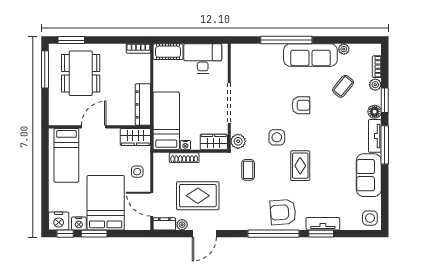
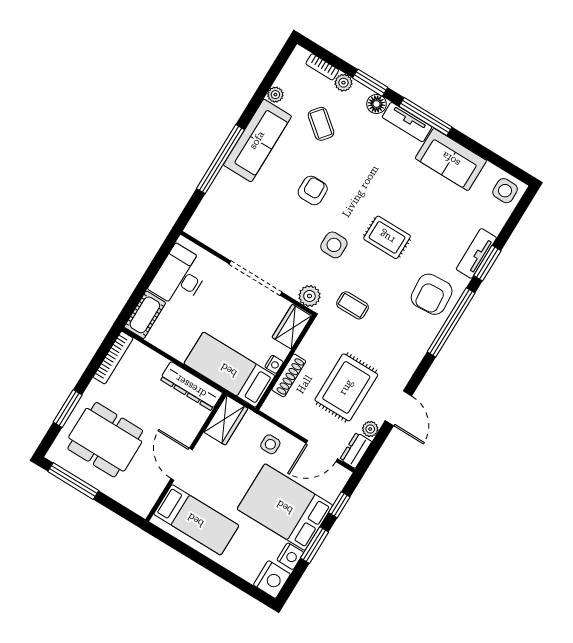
window: (71, 40) -> (68, 409), moved
bookcase: (138, 48) -> (113, 358), width x1.56
window: (65, 234) -> (339, 505), moved

